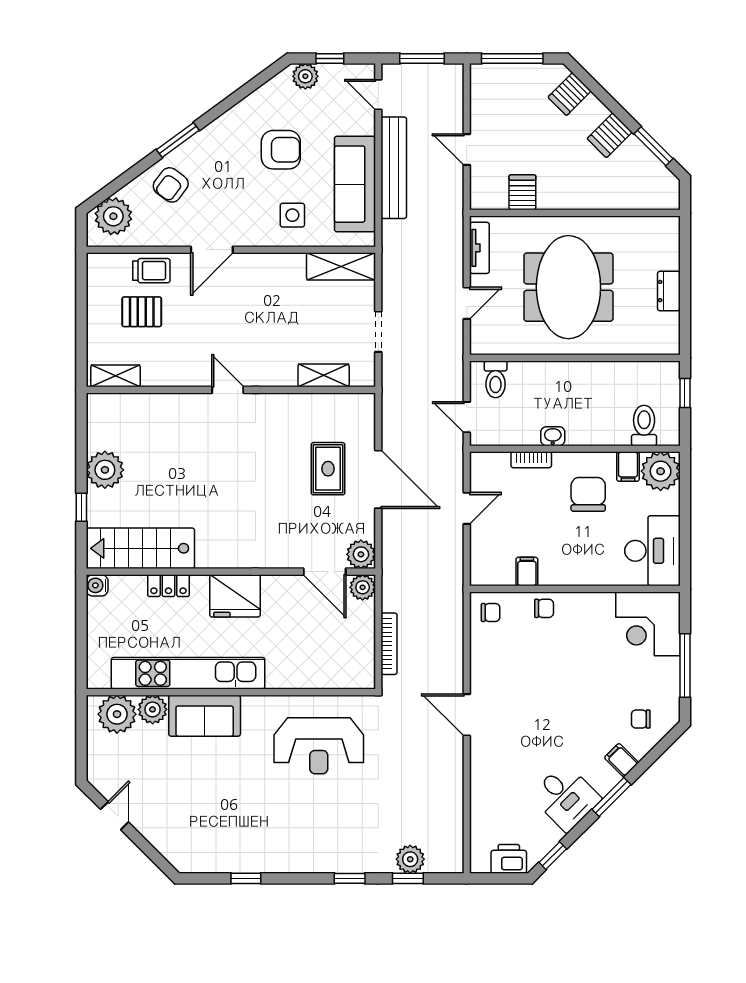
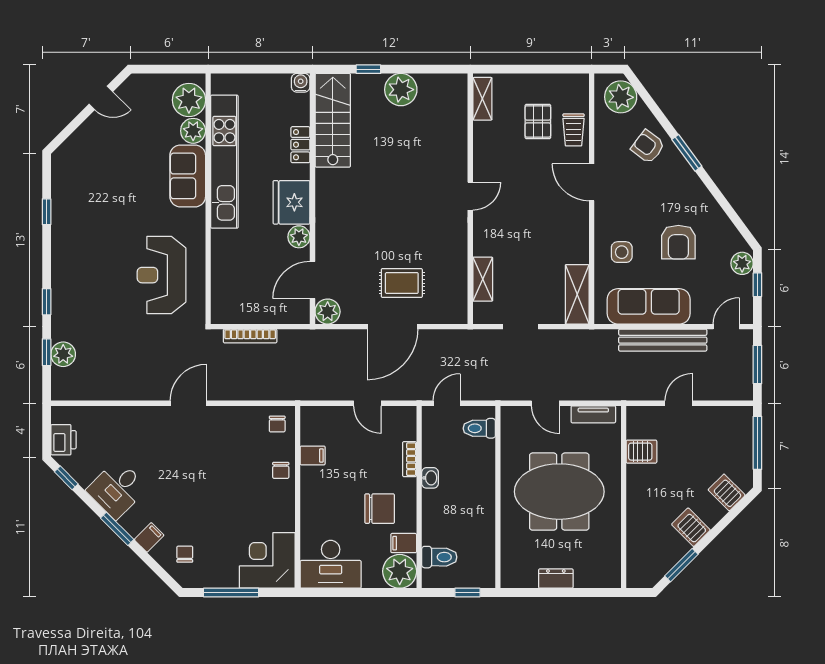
plant: (363, 587) -> (299, 237), moved

